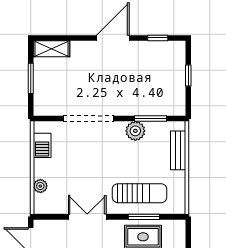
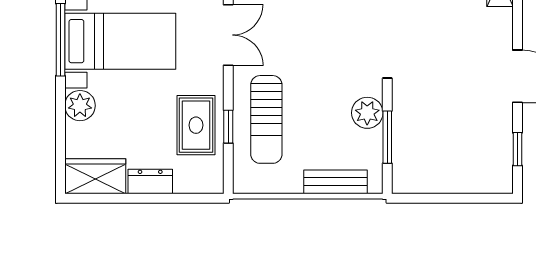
window: (188, 75) -> (457, 198), removed
window: (144, 217) -> (228, 127), width x0.67

